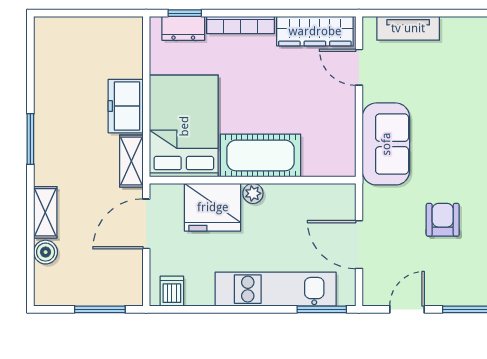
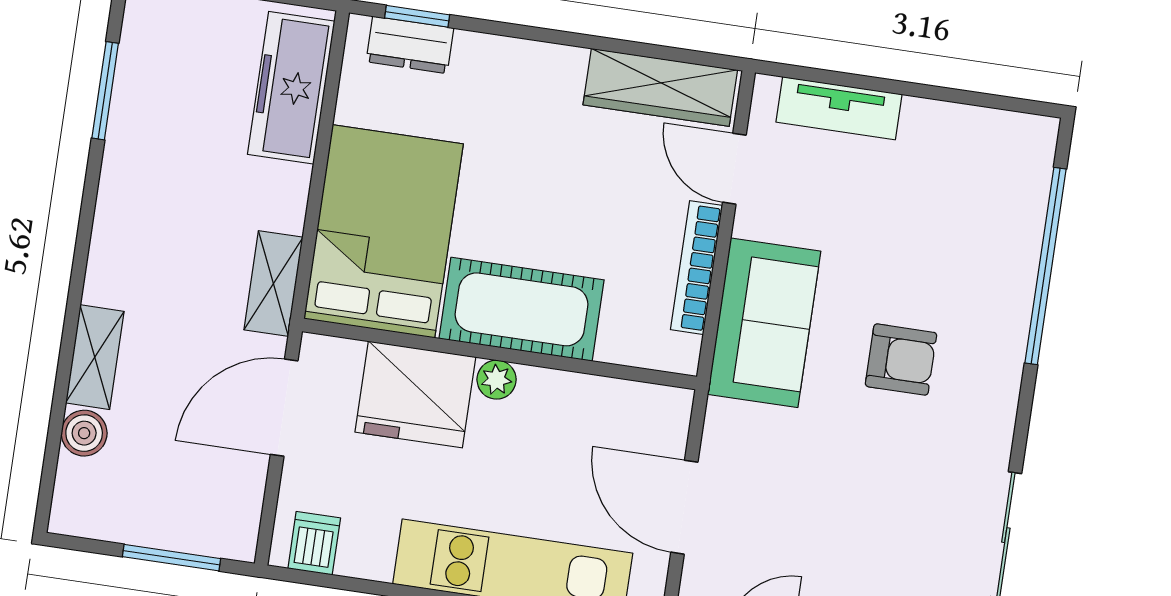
bookcase: (241, 25) -> (697, 268), moved, turned 90
freezer: (126, 106) -> (291, 88), moved, width x1.40
window: (30, 139) -> (105, 91), moved
armchair: (443, 220) -> (901, 360), moved, turned 90

